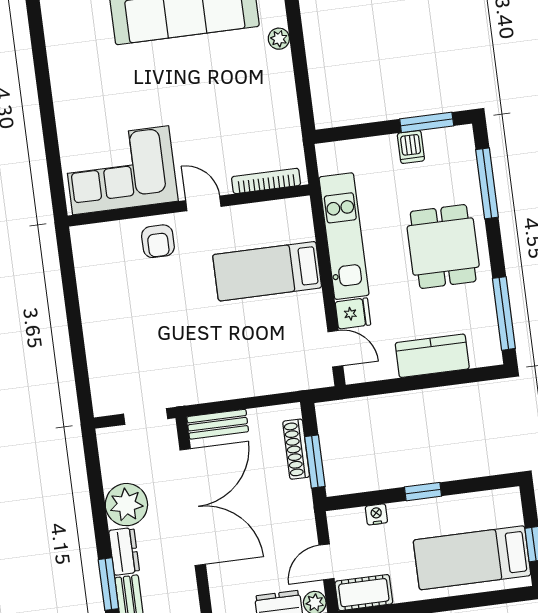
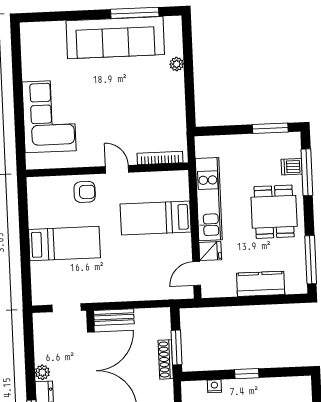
dishwasher: (411, 147) -> (292, 167), moved, turned 90
corner sofa: (121, 170) -> (49, 116), moved, turned 90
armchair: (158, 241) -> (85, 192), turned -90
bed: (134, 321) -> (64, 244), added
door: (335, 349) -> (197, 274), swing flipped
shoe rack: (296, 449) -> (166, 359), moved
plant: (126, 505) -> (42, 372), width x0.53, depth x0.53

